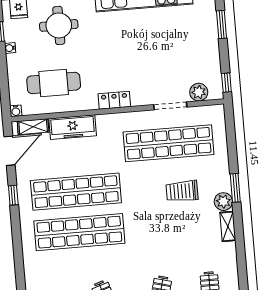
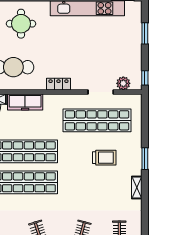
trolley: (182, 191) -> (104, 158), turned 180
plant: (223, 202) -> (135, 168), removed

